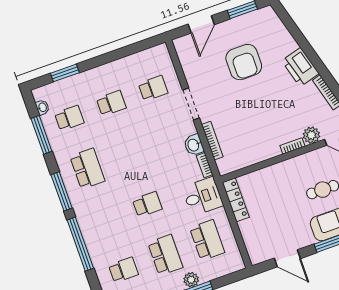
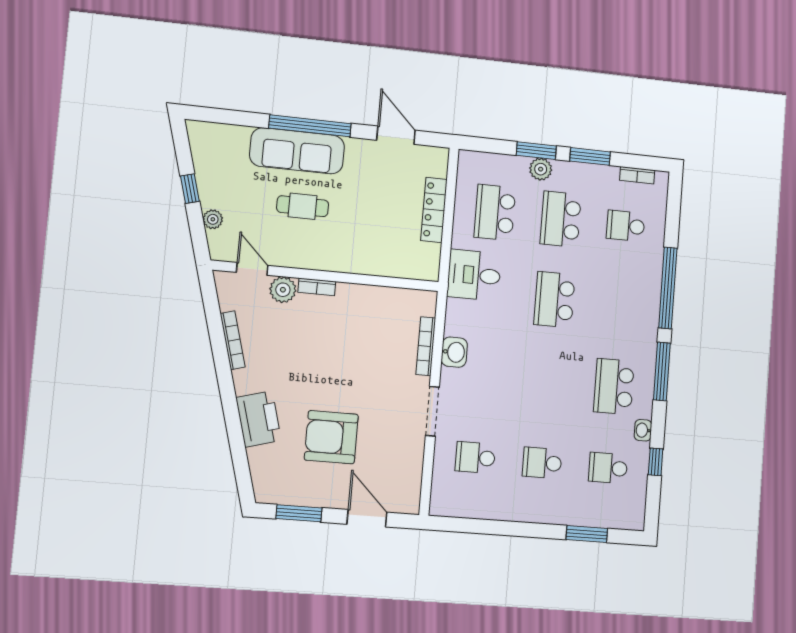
door: (201, 24) -> (367, 518), hinge flipped
armchair: (244, 62) -> (331, 437), turned -90
printer: (300, 67) -> (259, 419), moved
washbasin: (42, 107) -> (643, 430), moved
window: (41, 135) -> (656, 462), width x0.46
bookcase: (205, 165) -> (452, 317), removed
locker: (236, 200) -> (434, 210), moved
school desk: (147, 204) -> (554, 300), width x1.85

